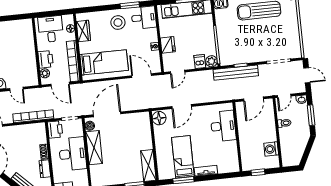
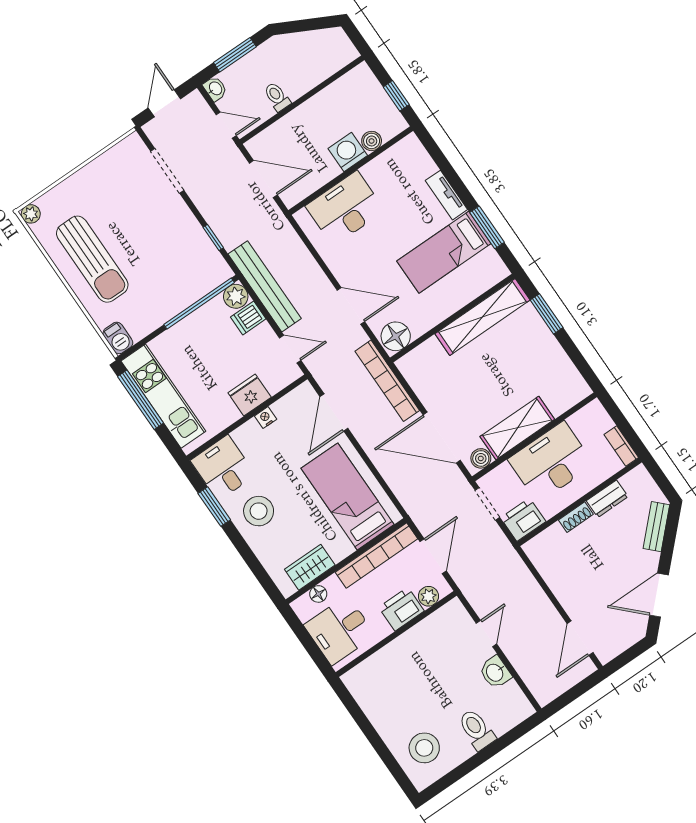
bench: (236, 73) -> (265, 286), moved
bookcase: (33, 116) -> (387, 381), moved
washing machine: (271, 149) -> (348, 152), moved, turned 180
boiler: (245, 152) -> (372, 141), added
shelving: (148, 165) -> (482, 317), width x1.47

